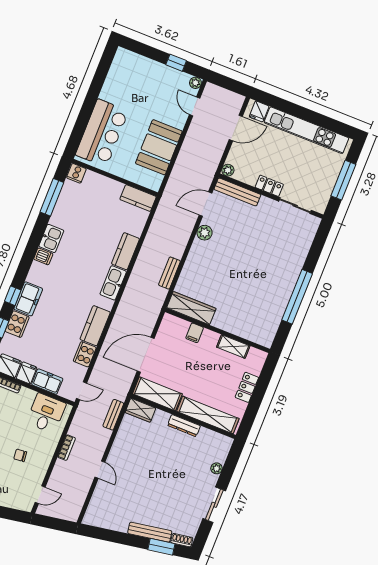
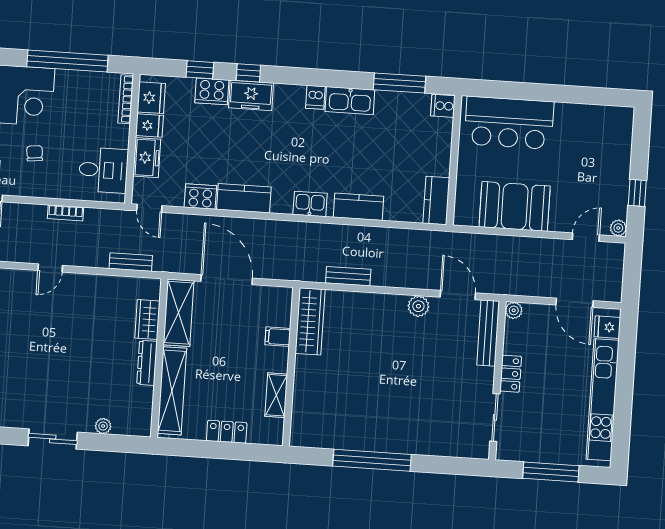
kitchen sink: (51, 238) -> (350, 101), width x1.38
kitchen sink: (113, 283) -> (310, 204), width x0.73
wardrobe: (140, 410) -> (147, 320), moved

